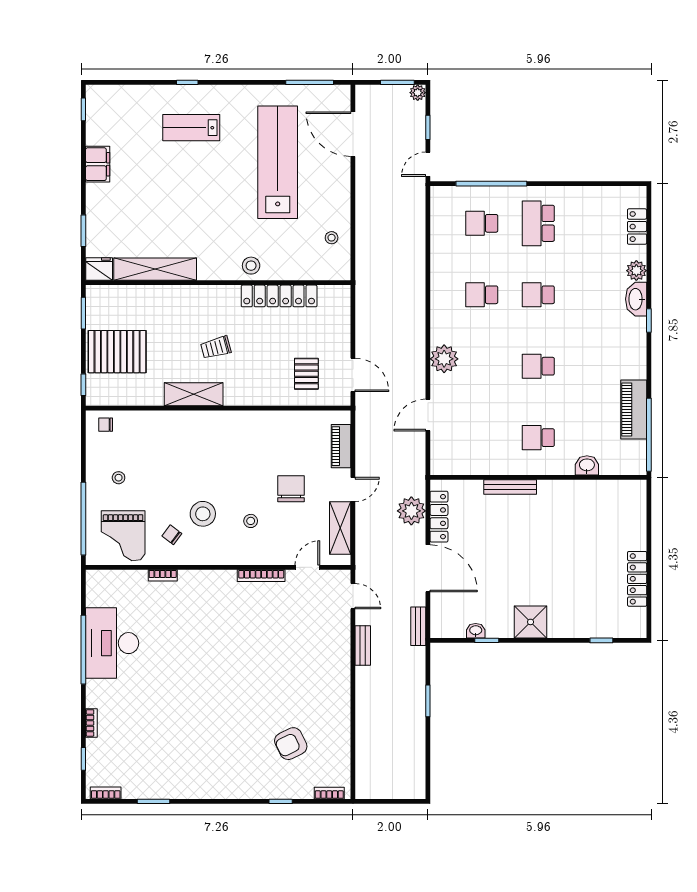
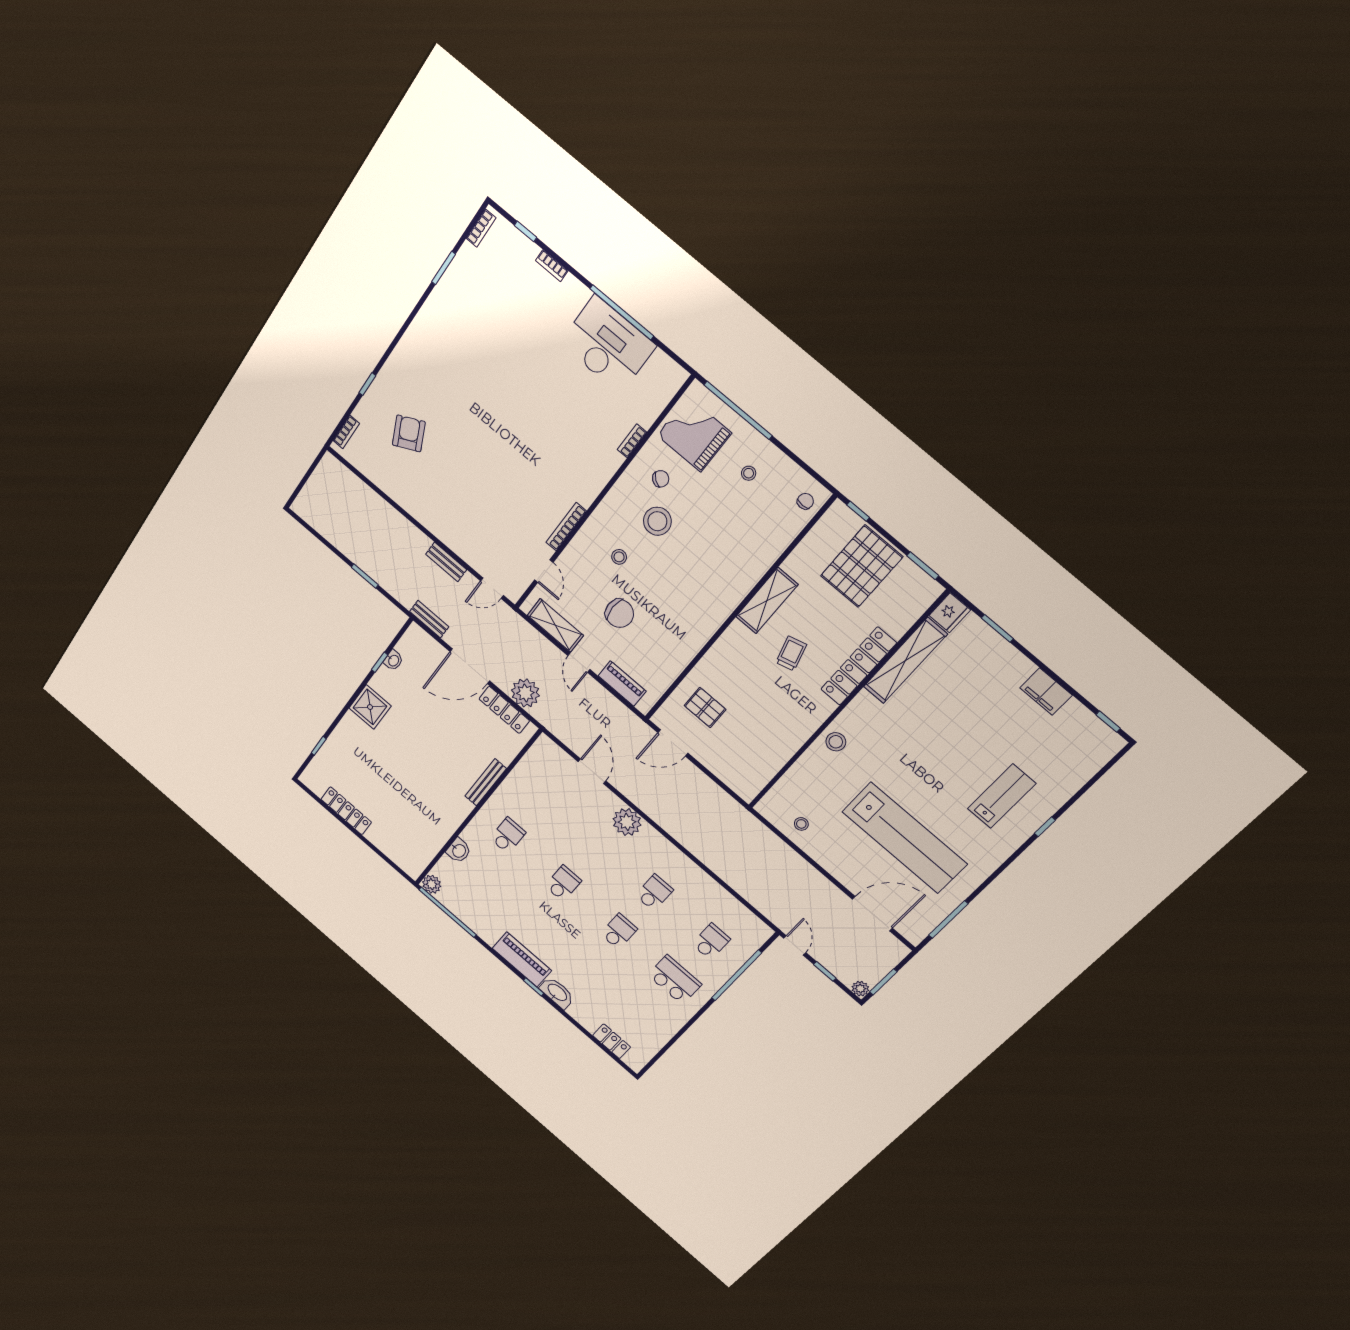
plant: (636, 271) -> (432, 884), moved
locker: (279, 296) -> (858, 666), moved
piano: (634, 409) -> (522, 959), moved

